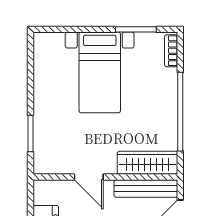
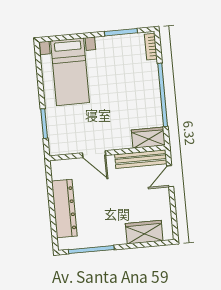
bed with nightstands: (100, 72) -> (70, 72), moved
wardrobe: (148, 163) -> (148, 138), width x0.67

